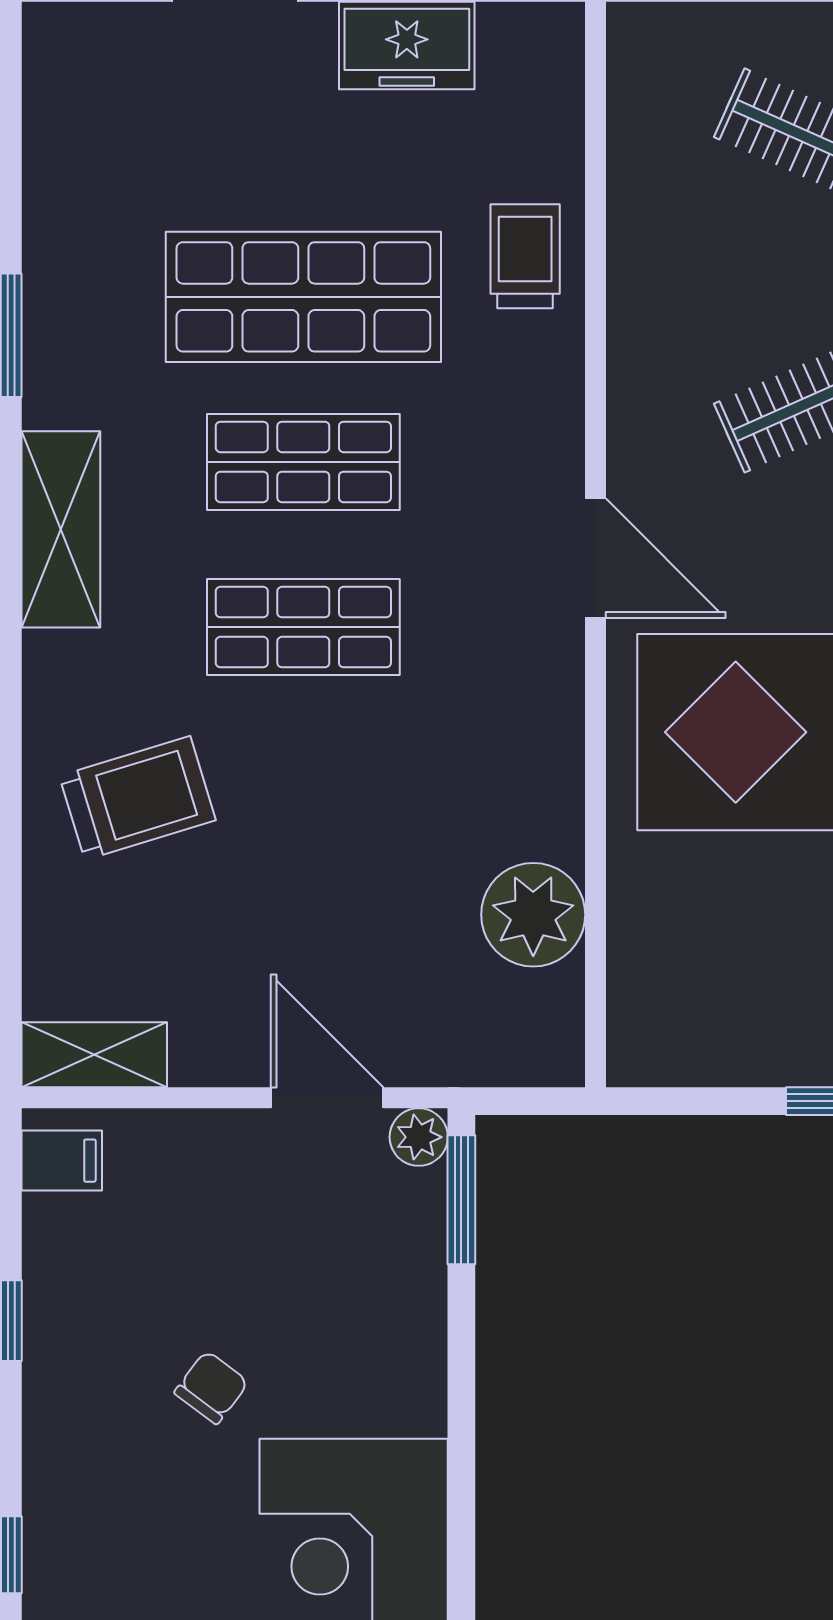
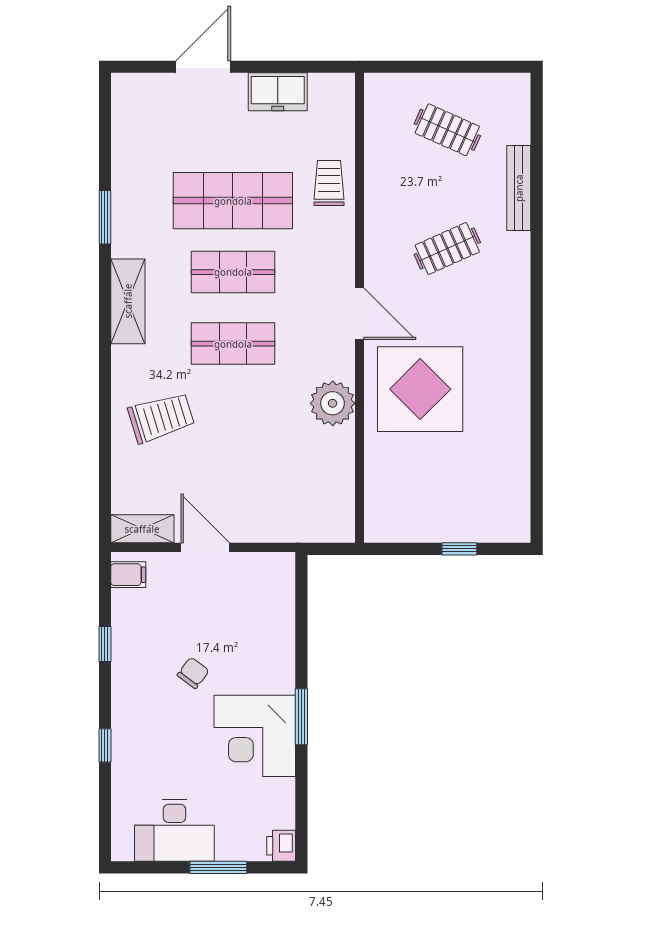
plant: (533, 915) -> (333, 403), moved
door: (327, 1098) -> (205, 547), moved
plant: (419, 1137) -> (283, 564), removed
window: (461, 1200) -> (301, 717), moved

